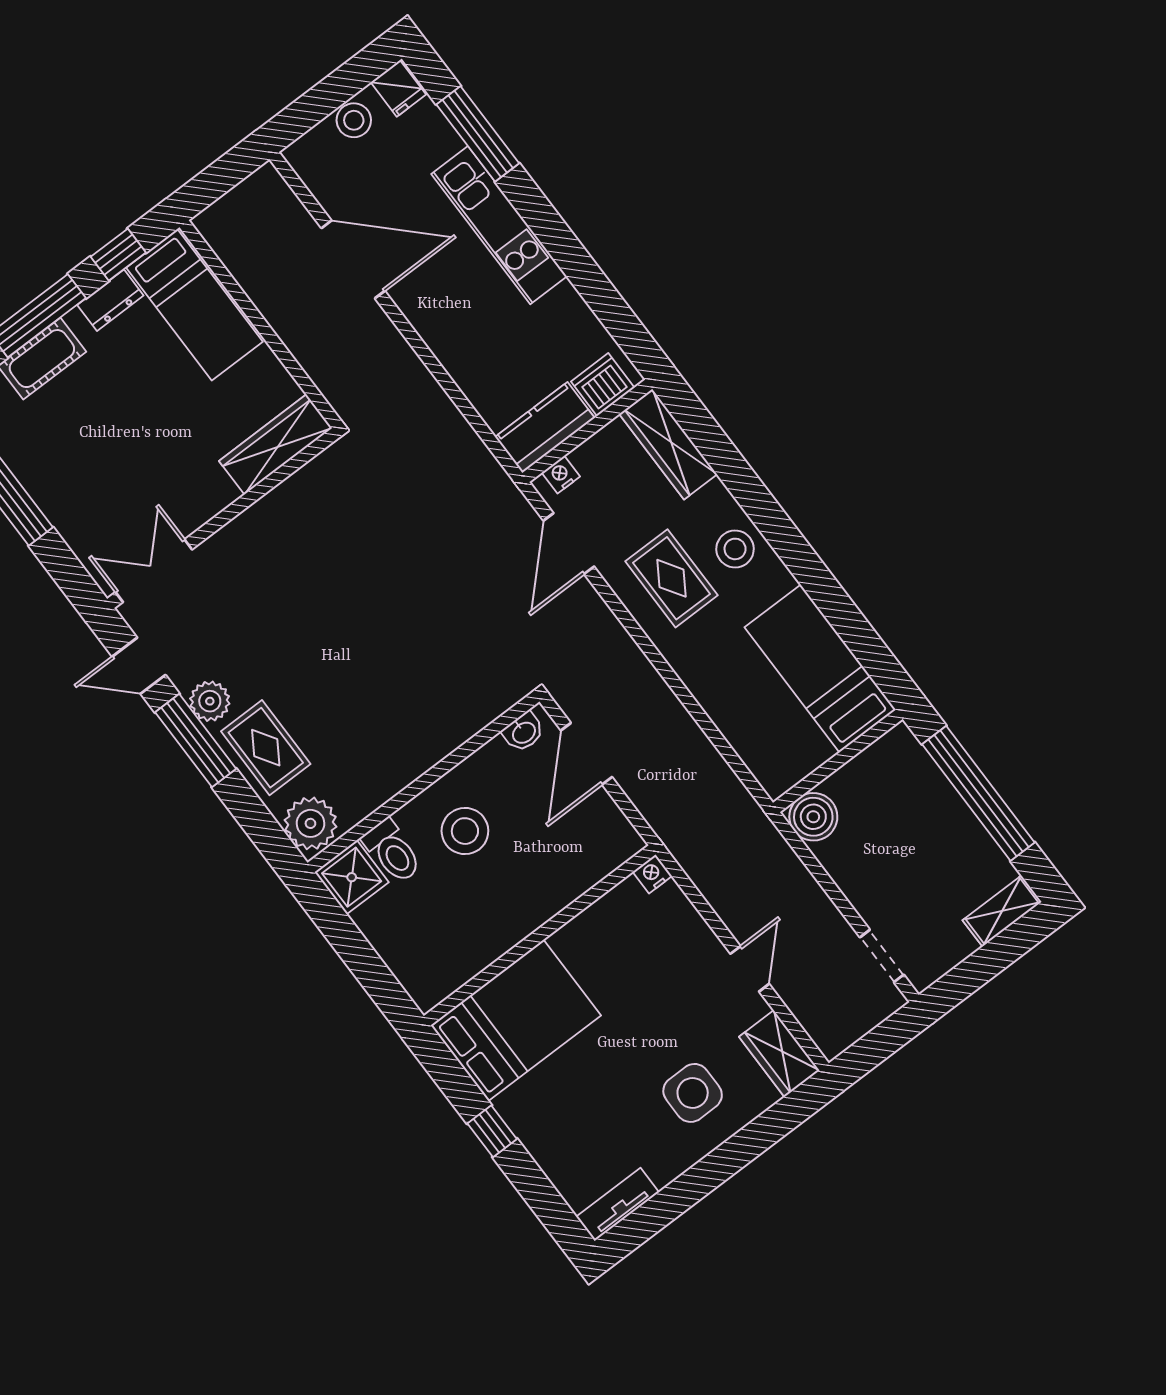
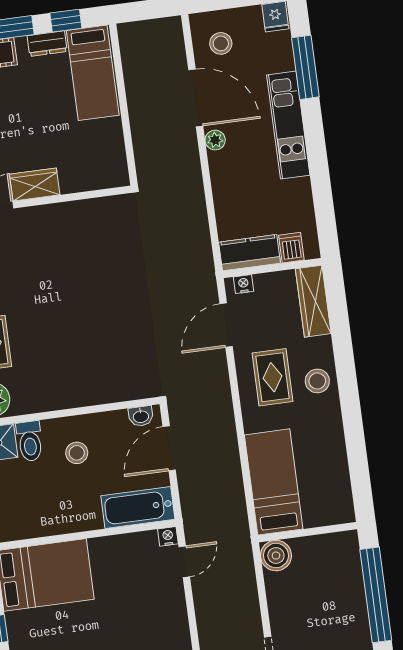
stool: (354, 120) -> (221, 43), moved
plant: (412, 302) -> (215, 140), added
dishwasher: (603, 385) -> (291, 248), width x0.73
wardrobe: (275, 444) -> (35, 185), moved, width x0.67
bed: (820, 668) -> (274, 482), moved
stool: (465, 831) -> (77, 453), width x0.73, depth x0.73
bathtub: (590, 858) -> (138, 507), added
door: (750, 969) -> (184, 562), moved

